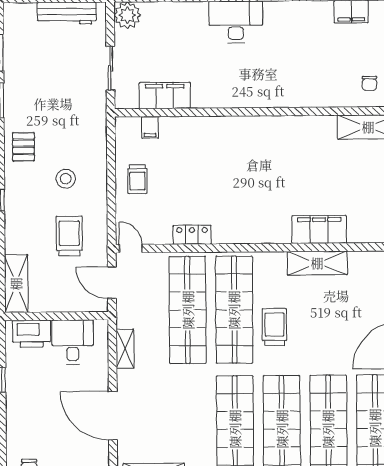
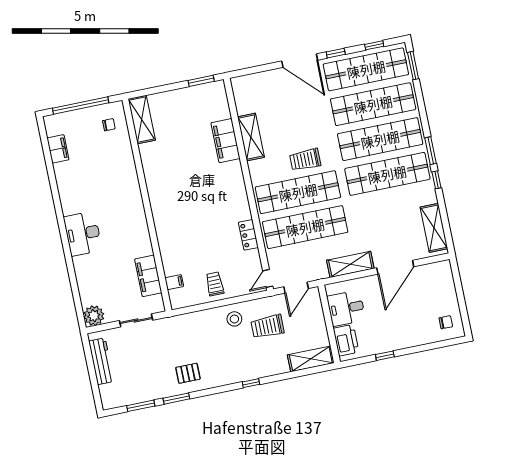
pallet: (23, 147) -> (188, 373), moved
stool: (66, 179) -> (234, 319), moved
trolley: (137, 179) -> (215, 284), turned -90
shelving: (125, 349) -> (350, 264), width x1.50, depth x1.33

